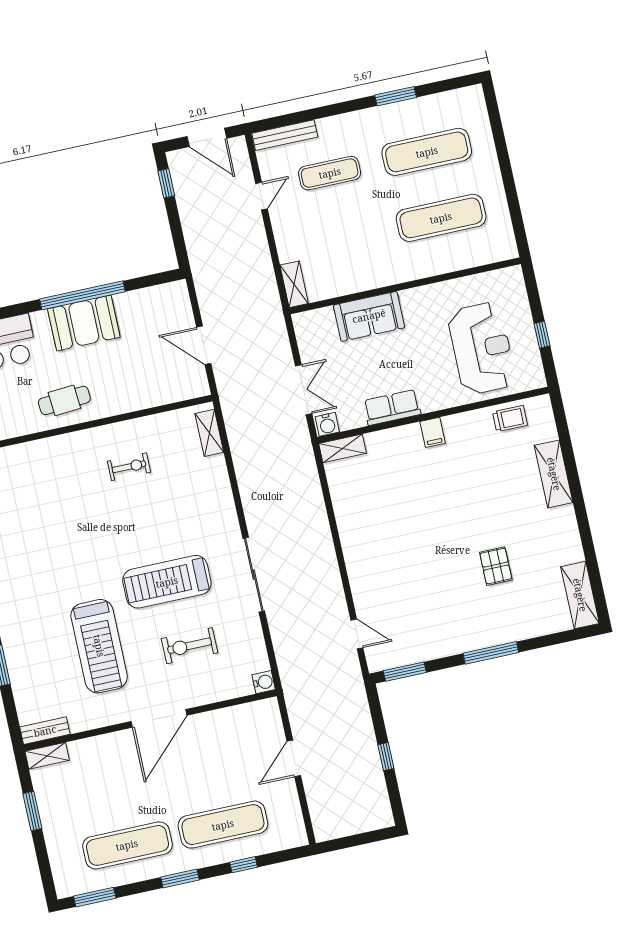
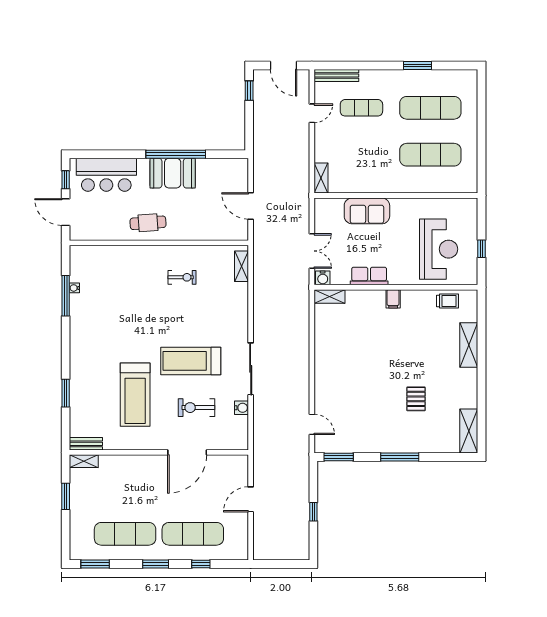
water cooler: (264, 682) -> (242, 408), moved
door: (159, 718) -> (187, 452), moved

